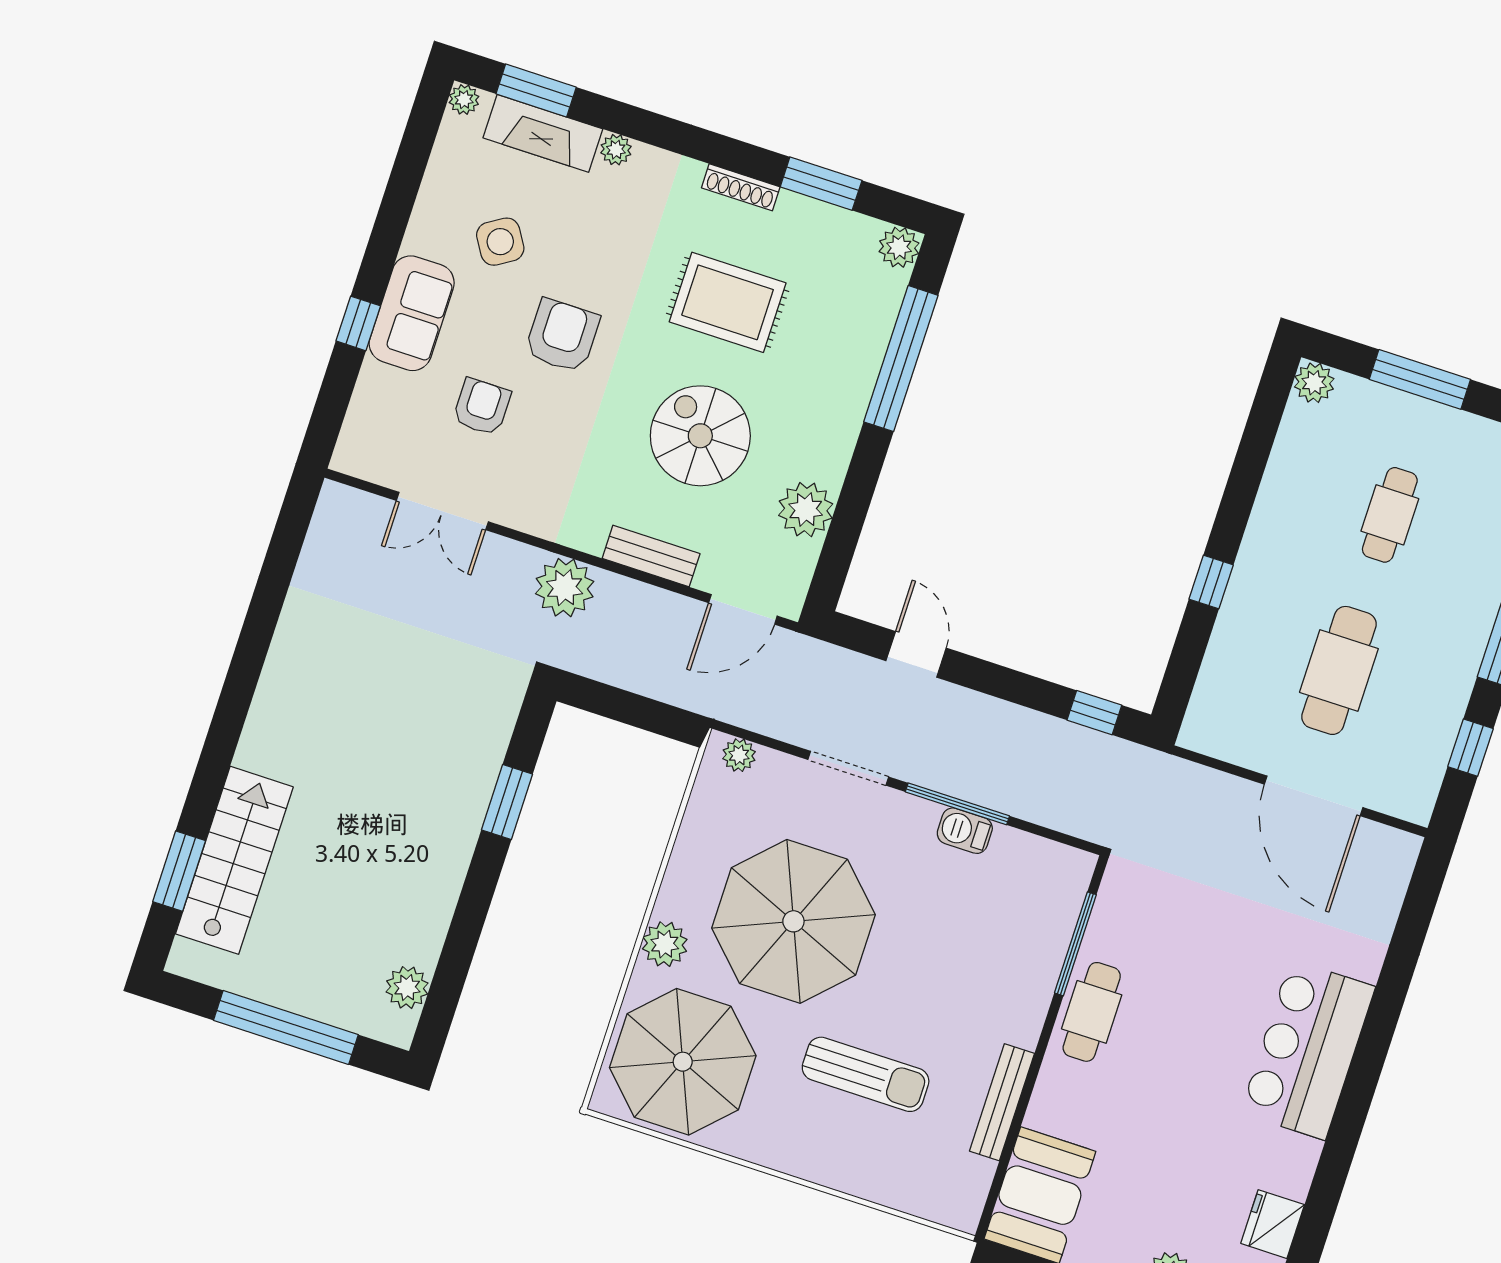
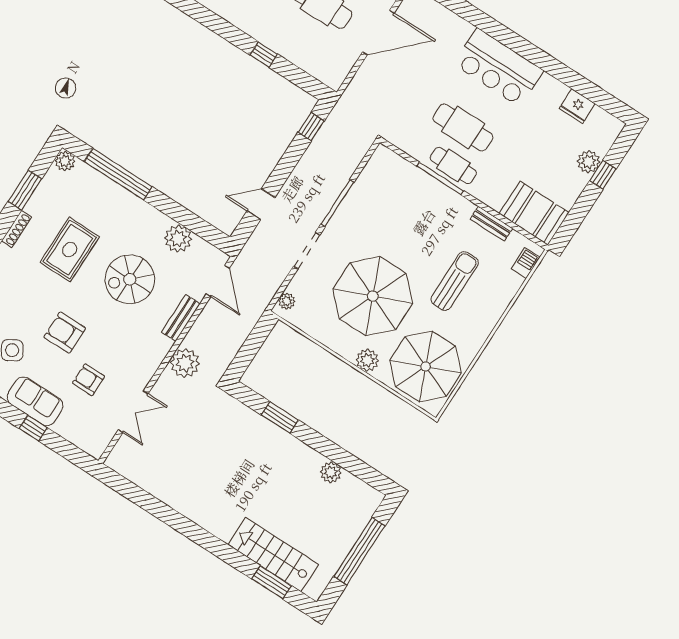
barbecue: (965, 831) -> (526, 263), moved, turned 180
window: (1075, 944) -> (440, 178), moved
plant: (407, 988) -> (331, 472), moved
cafe table: (1171, 1011) -> (463, 128), added
bench: (1002, 1102) -> (491, 224), width x0.73

